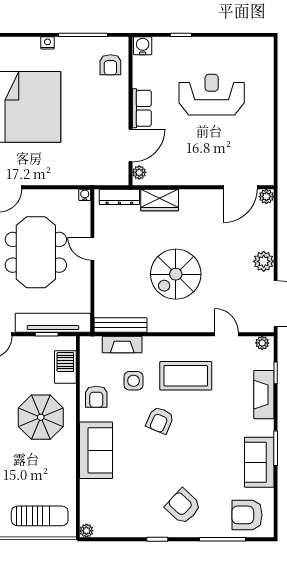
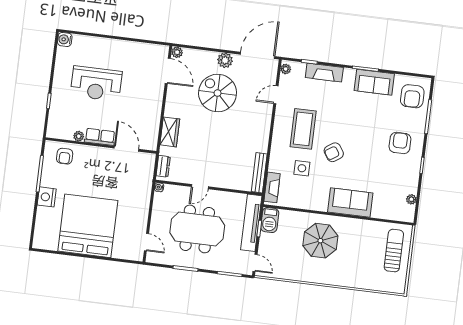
nightstand: (48, 43) -> (47, 197), width x1.89, depth x1.79
water cooler: (143, 46) -> (65, 39), moved
armchair: (110, 65) -> (65, 156), turned 90
reception desk: (212, 95) -> (96, 84), turned -90
plant: (139, 172) -> (79, 136), moved
dresser: (119, 197) -> (163, 166), width x0.70
spiral stairs: (176, 274) -> (218, 93), moved, turned 180
fireplace: (122, 344) -> (272, 187), moved
barbecue: (65, 367) -> (270, 220), moved, turned -90
armchair: (96, 397) -> (310, 197), removed
armchair: (160, 420) -> (334, 152), turned 124
armchair: (183, 506) -> (400, 143), turned 137
plant: (86, 531) -> (411, 199), moved

